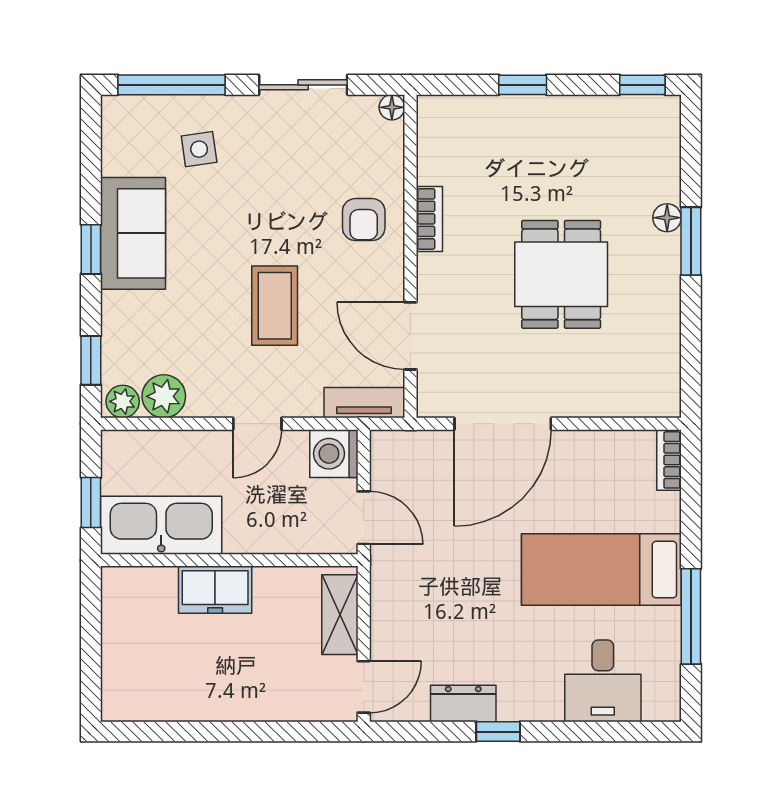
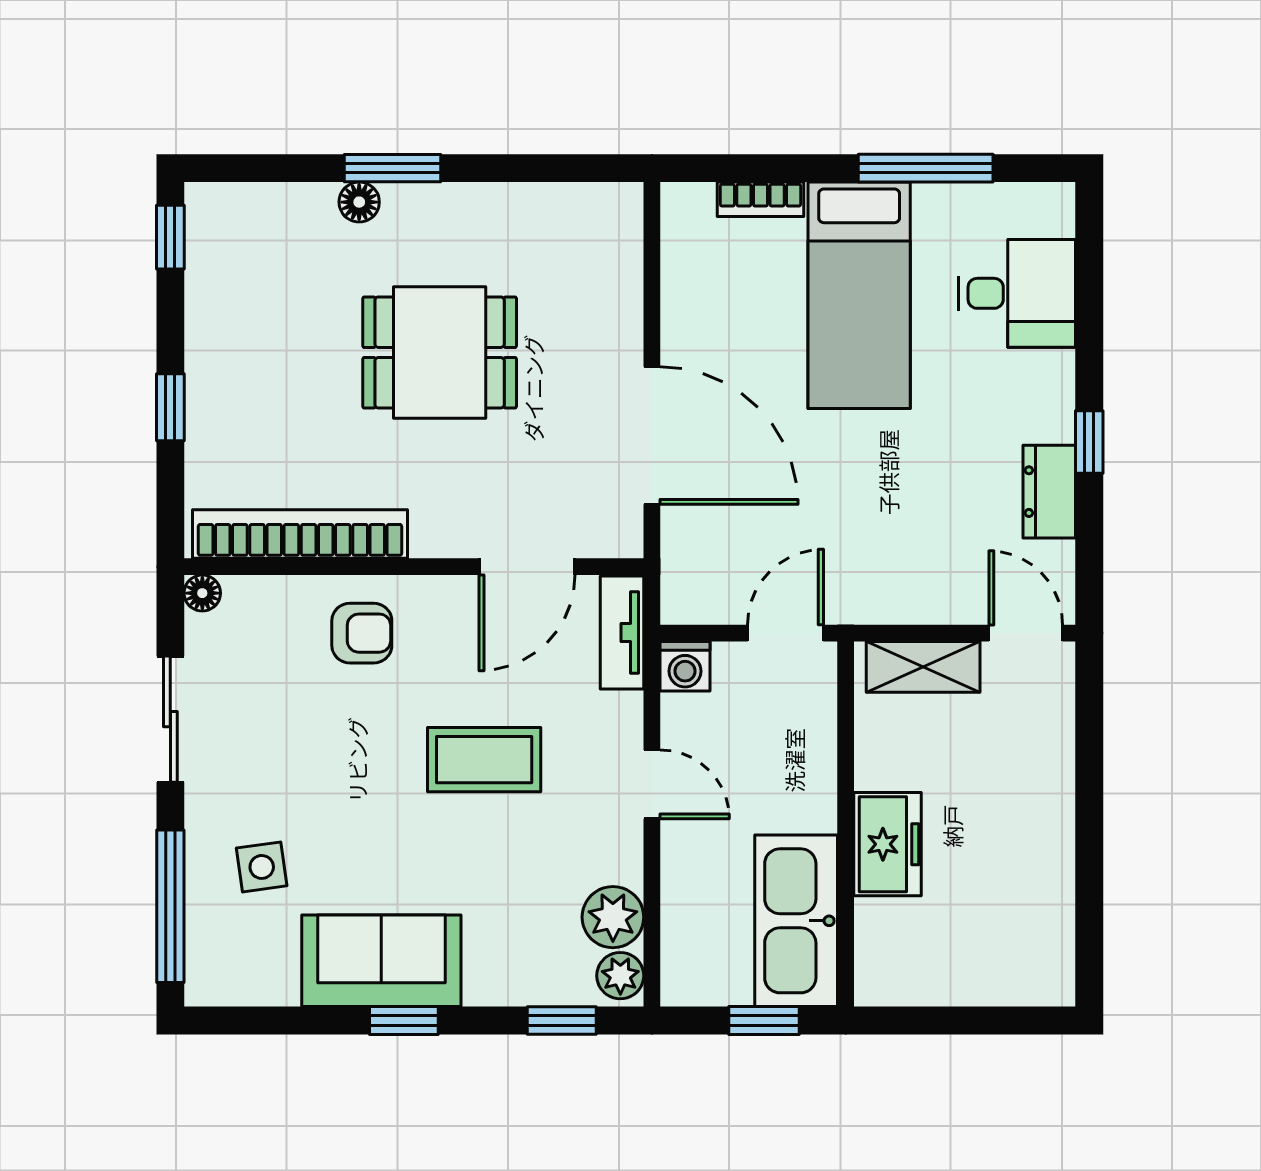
bookcase: (429, 219) -> (300, 534), width x2.31, depth x1.31
washing machine: (334, 454) -> (685, 666), width x0.73, depth x0.73
bookcase: (669, 460) -> (760, 199), moved

